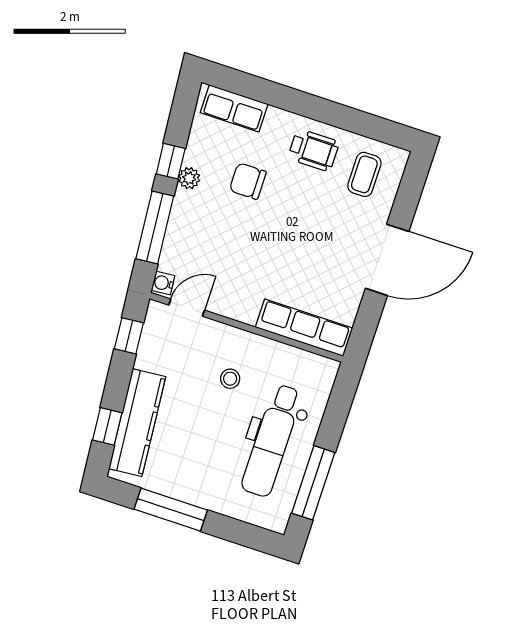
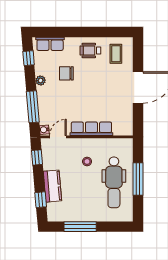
wheelchair: (314, 150) -> (90, 50), turned 180
window: (171, 161) -> (29, 58), moved
row of seats: (304, 328) -> (91, 129), moved
kitchen counter: (137, 423) -> (52, 186), width x0.67
window: (313, 483) -> (138, 179), moved

